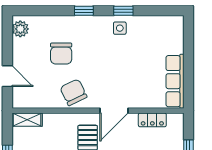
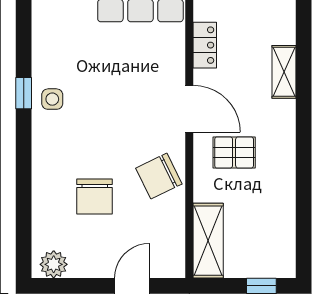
window: (84, 11) -> (24, 159), removed
chair: (61, 53) -> (94, 197), turned 90
shelving: (27, 120) -> (208, 241), width x1.50, depth x1.33

